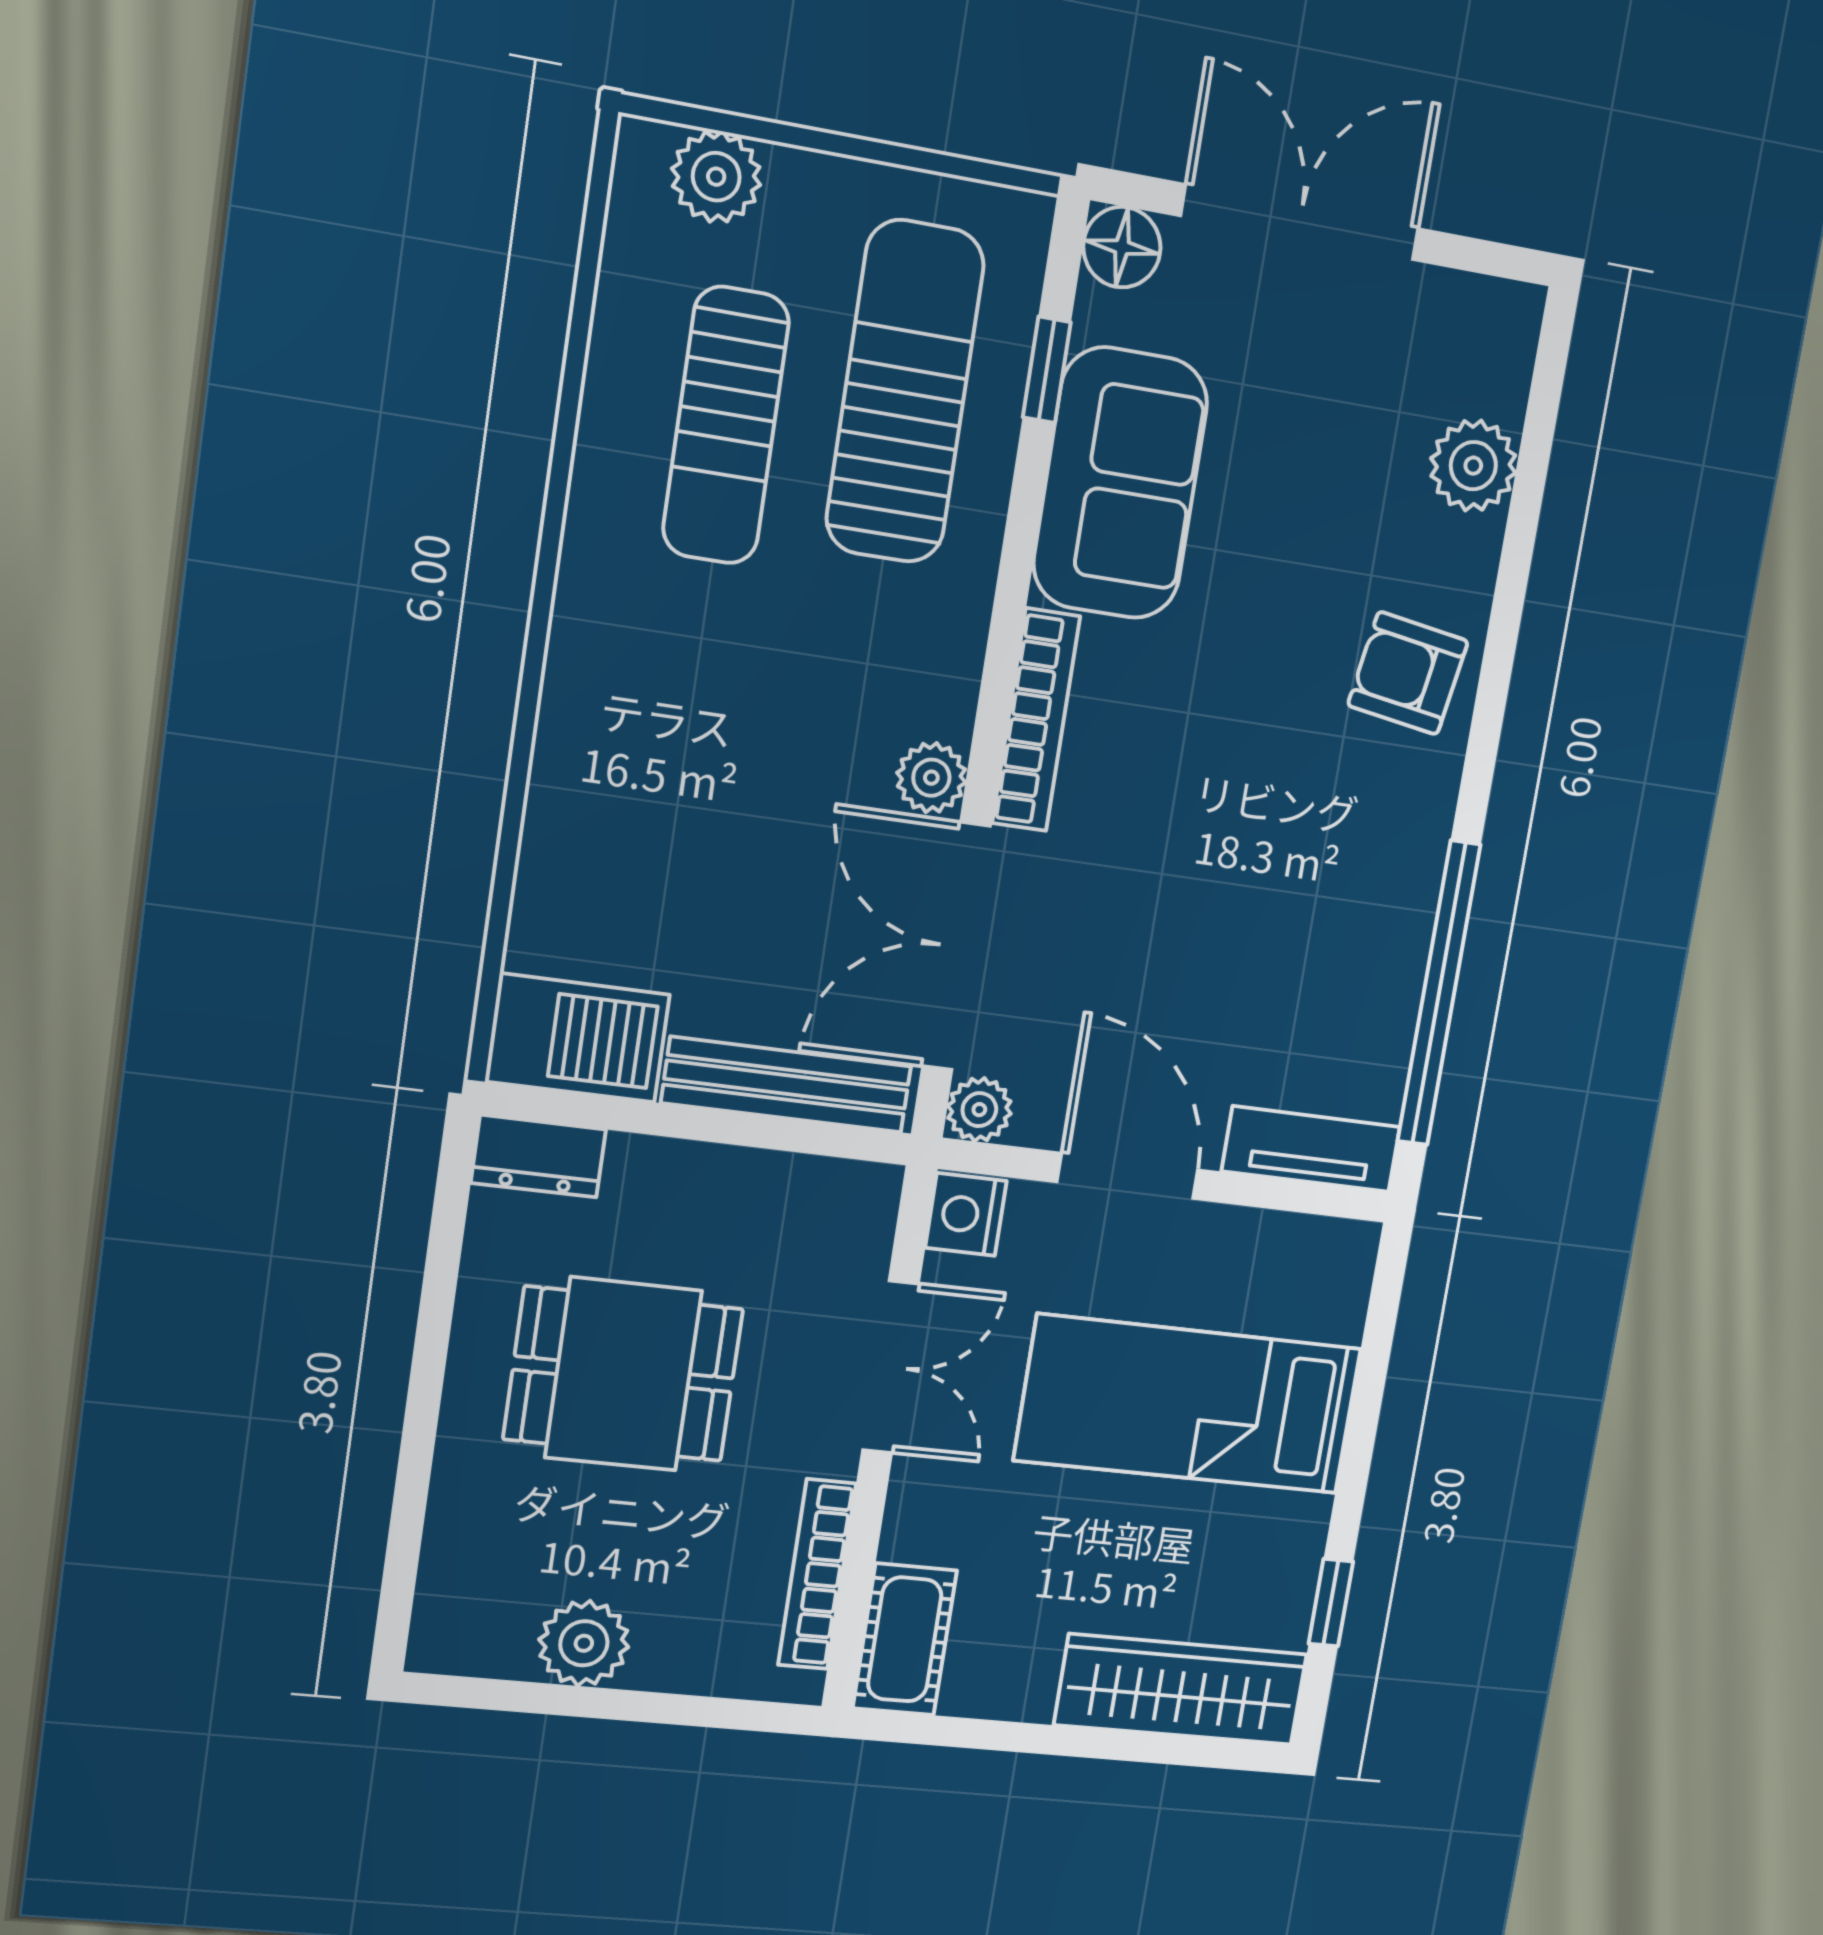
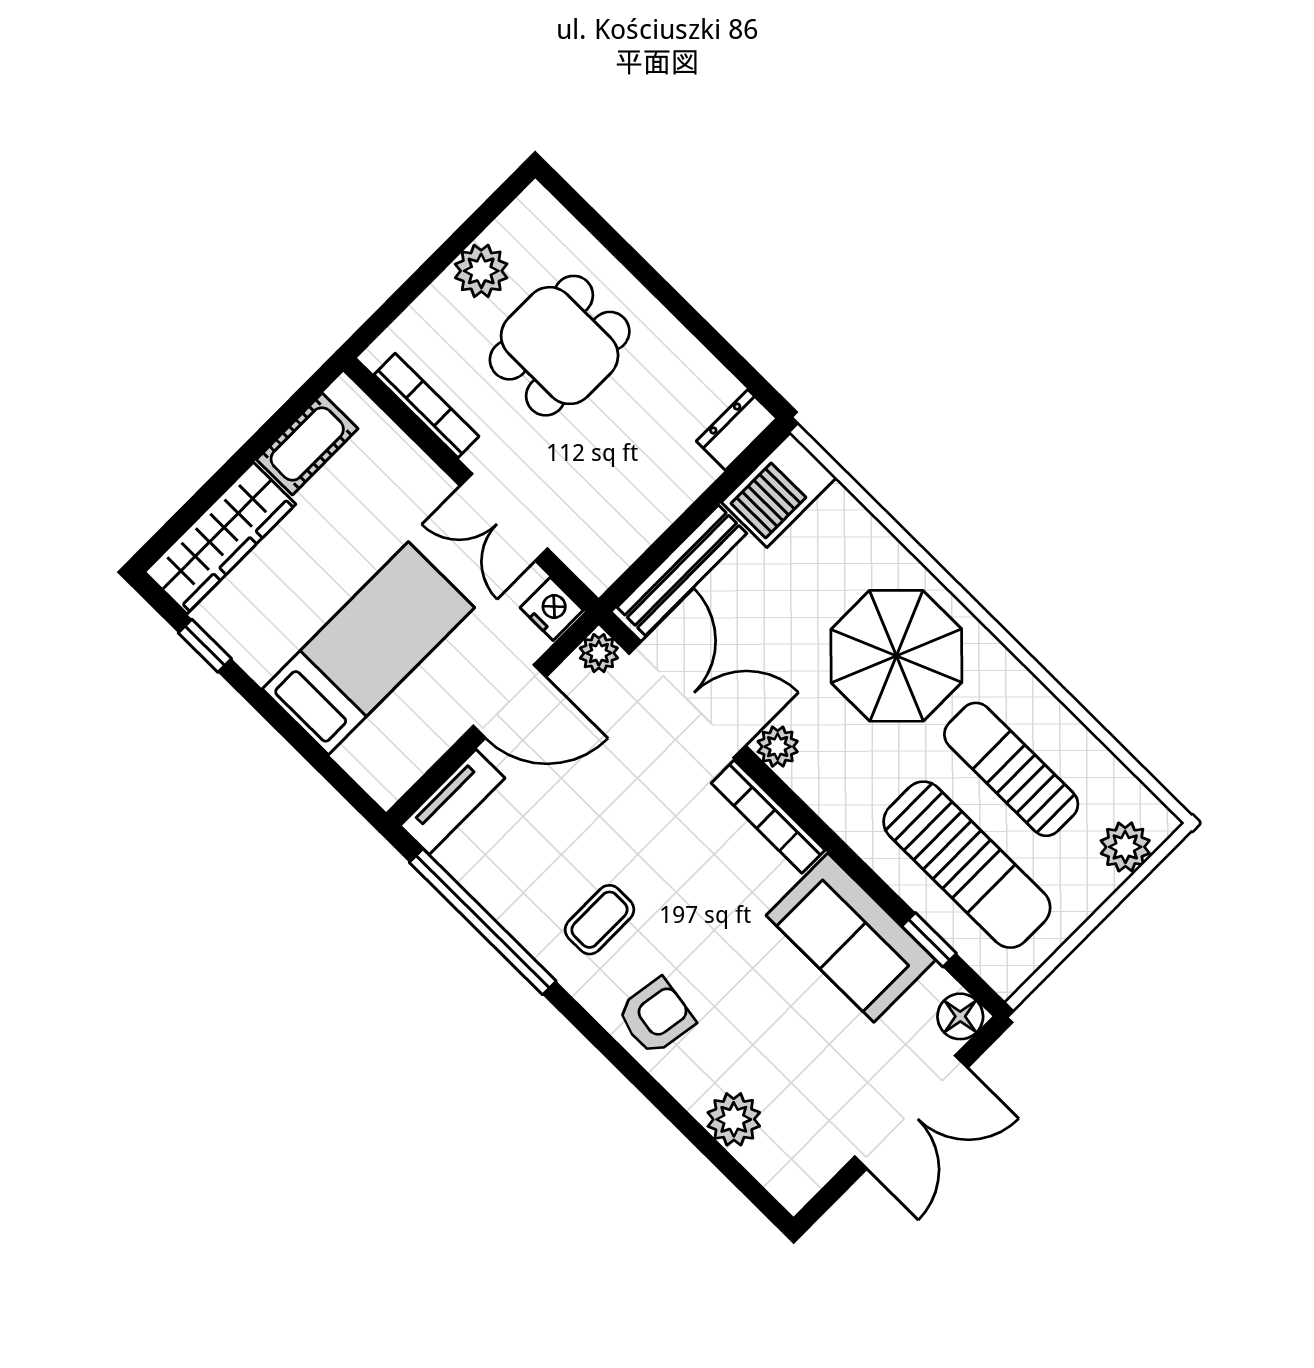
parasol: (686, 706) -> (896, 656), added
coffee table: (1332, 844) -> (600, 920), added
dining table: (623, 1374) -> (560, 346), moved
cot: (905, 1639) -> (307, 444), moved, turned 90

